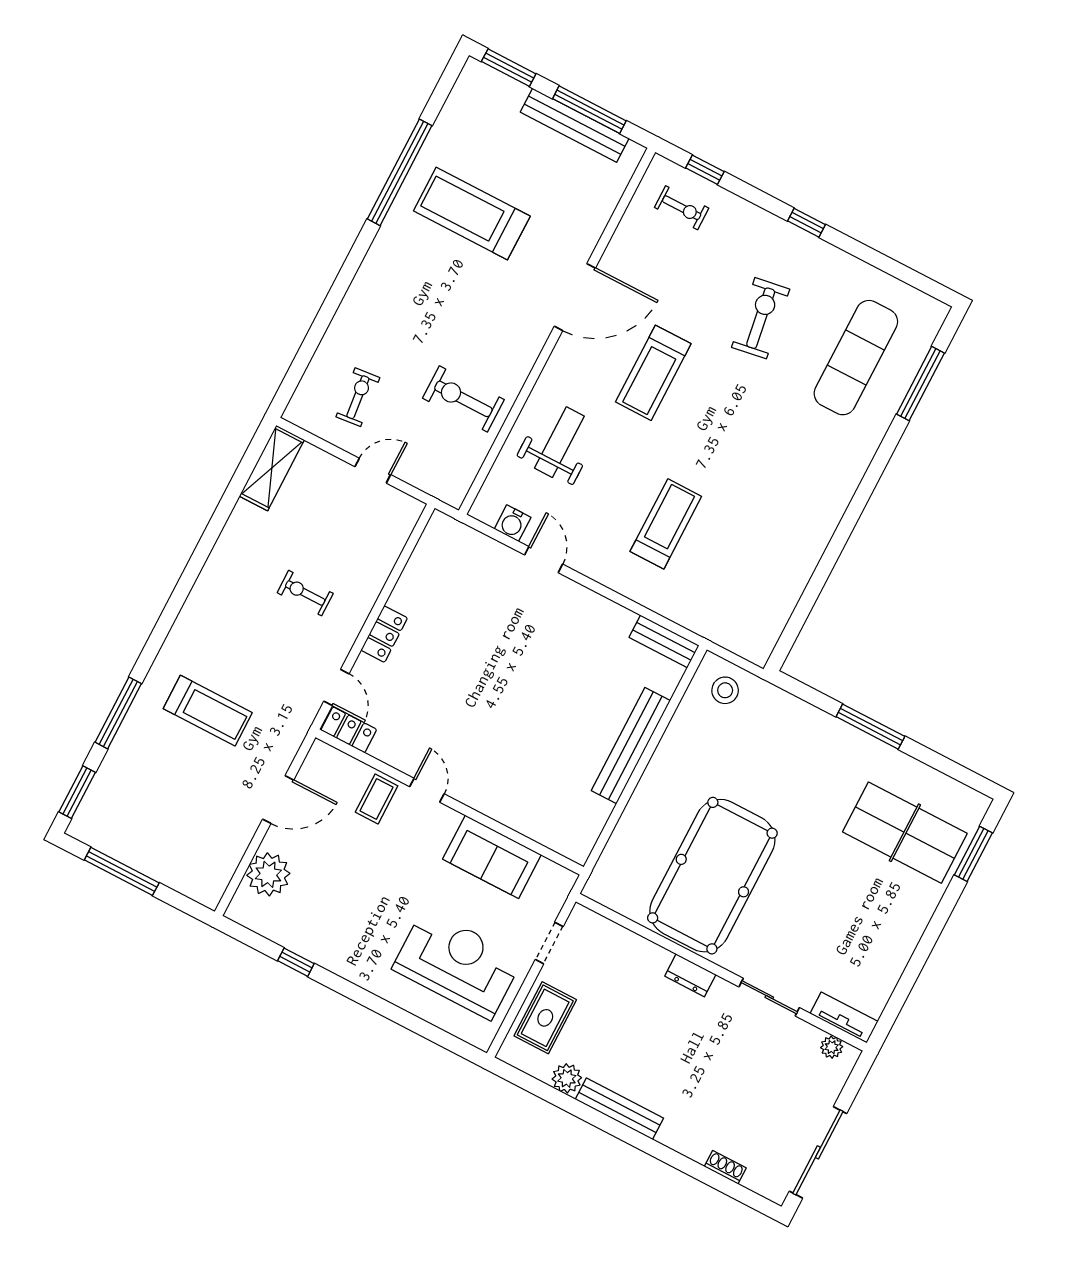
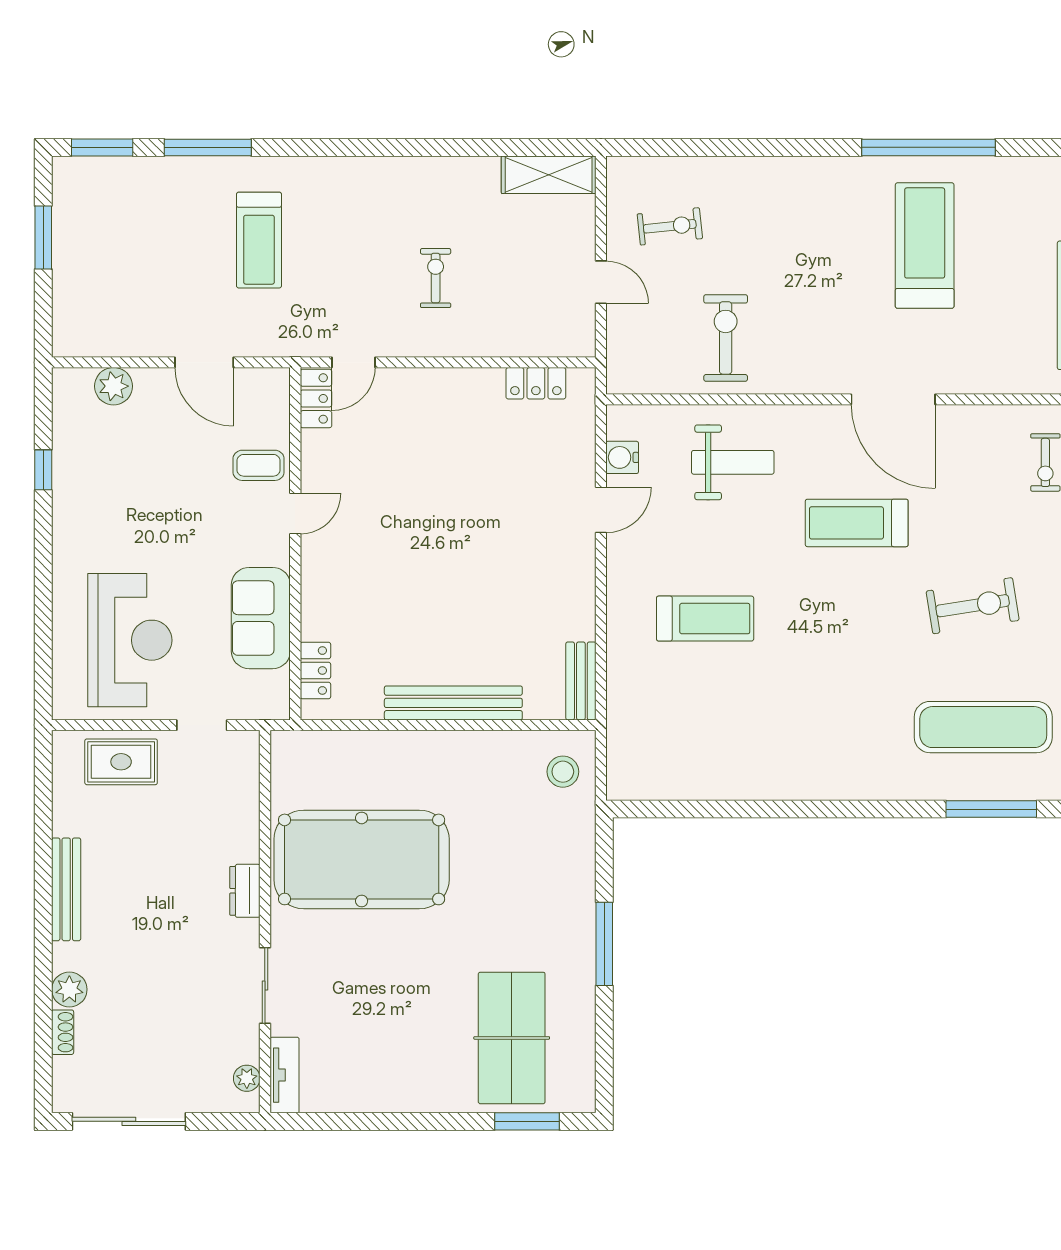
locker: (384, 634) -> (536, 383), moved
locker: (553, 836) -> (315, 671), added
window: (122, 871) -> (43, 238), width x0.69
plant: (268, 874) -> (114, 386), width x0.73, depth x0.73
plant: (567, 1078) -> (69, 989), moved

